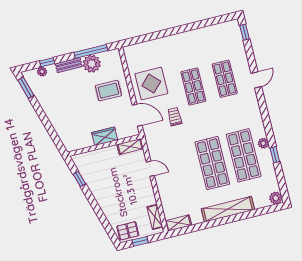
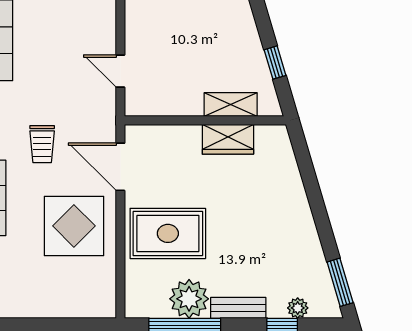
rug: (108, 91) -> (168, 233), width x1.36, depth x1.43
wardrobe: (105, 136) -> (228, 139), moved
shelving: (130, 147) -> (231, 105), moved
door: (150, 169) -> (120, 71), moved

